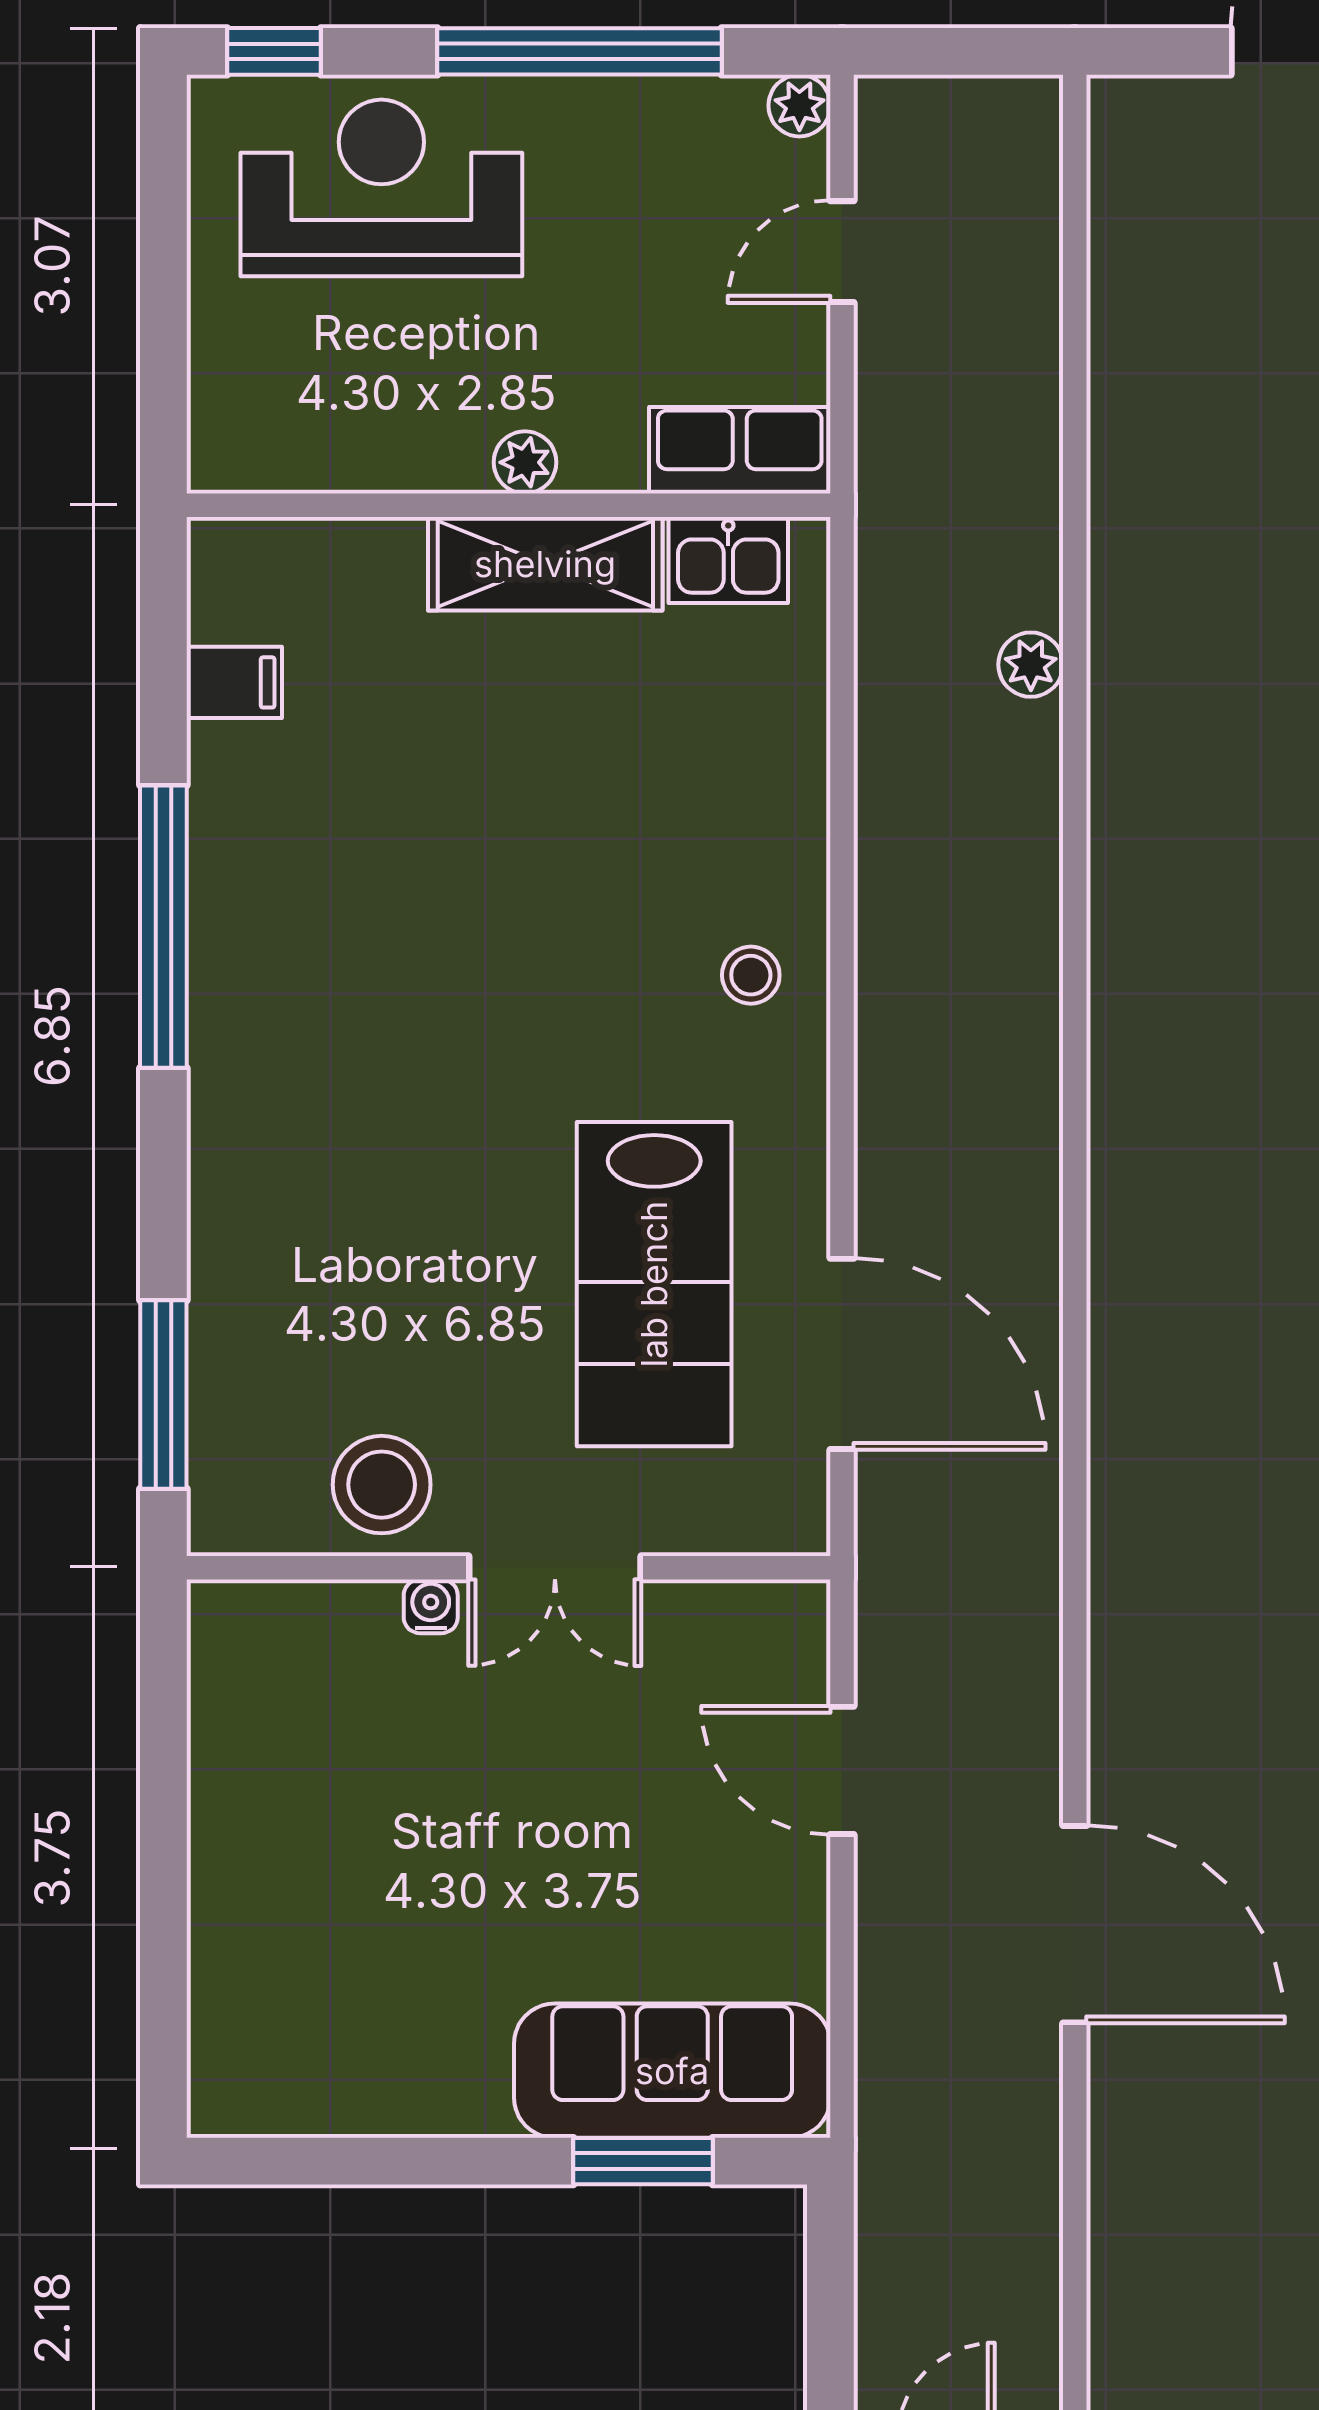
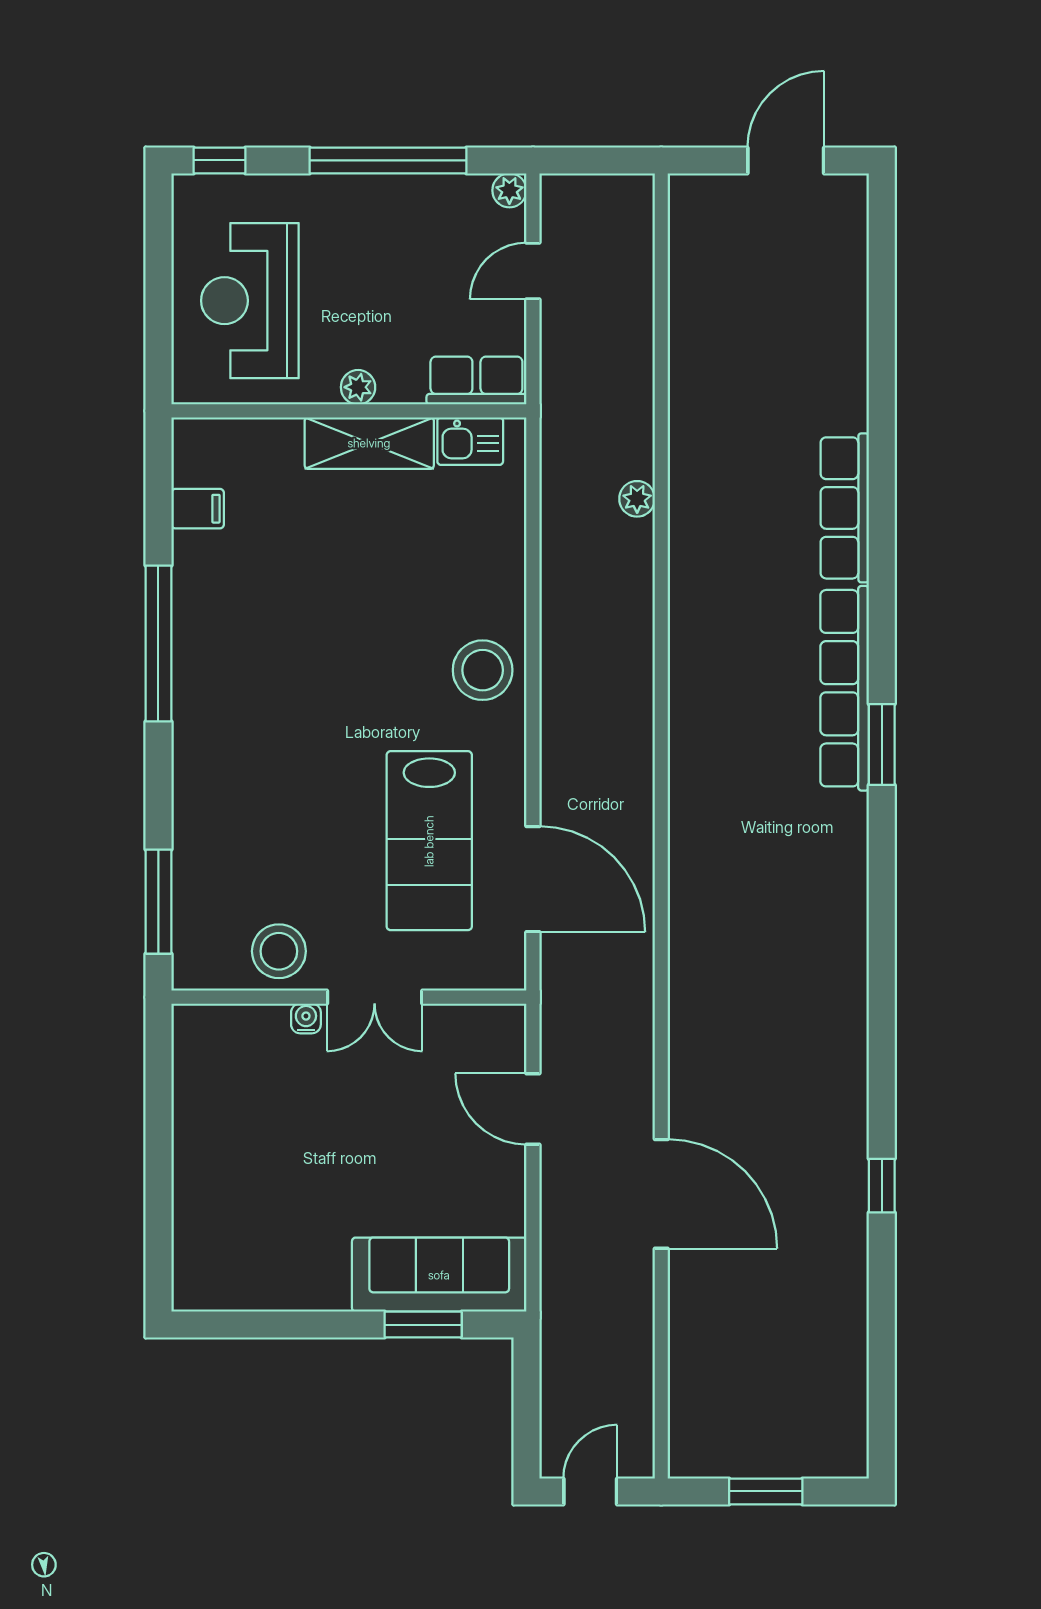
reception desk: (381, 188) -> (250, 301), moved, turned -90
stool: (751, 975) -> (483, 670), width x1.89, depth x1.89

